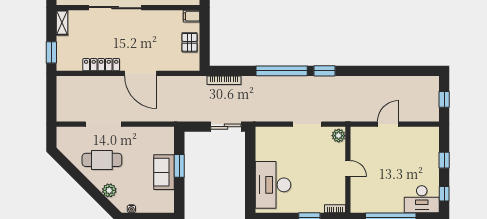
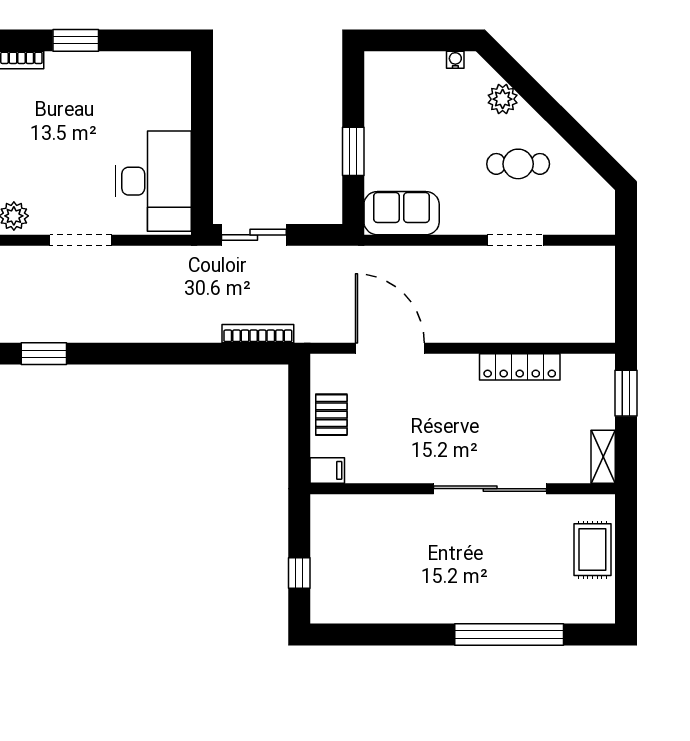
window: (282, 71) -> (135, 354), removed
door: (141, 73) -> (390, 348), moved
doorway: (103, 124) -> (515, 240), width x0.73
cafe table: (102, 160) -> (518, 164), width x0.73, depth x0.74
sofa: (164, 172) -> (402, 213), moved, turned -90
desk: (273, 185) -> (154, 181), moved

